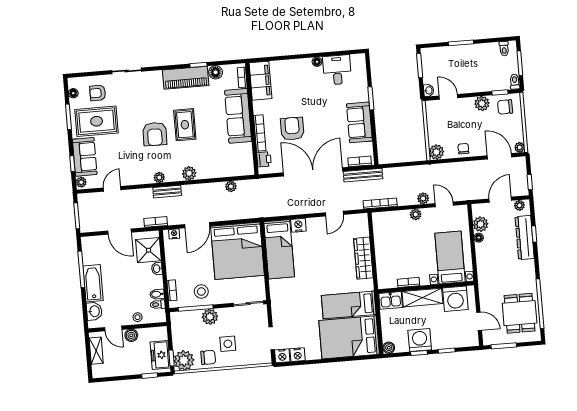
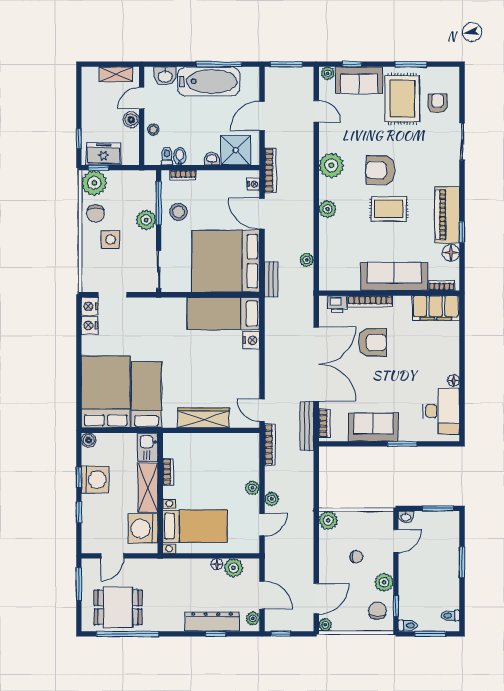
desk: (337, 70) -> (441, 411), width x1.37
floor lamp: (73, 93) -> (440, 73), removed
chair: (463, 149) -> (356, 557), moved
plant: (159, 177) -> (331, 165), width x1.88, depth x1.88
bench: (167, 192) -> (271, 279), moved
door: (334, 214) -> (262, 410), moved
bookcase: (156, 222) -> (270, 170), width x1.56
bathtub: (93, 283) -> (209, 81), width x1.36, depth x1.36

